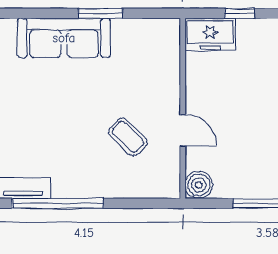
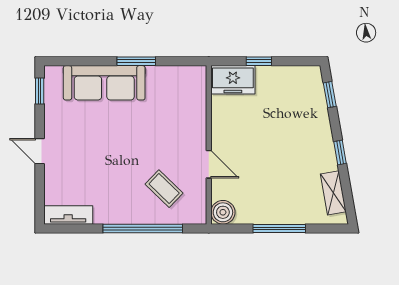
coffee table: (128, 137) -> (164, 189), moved
window: (58, 203) -> (143, 228), moved

